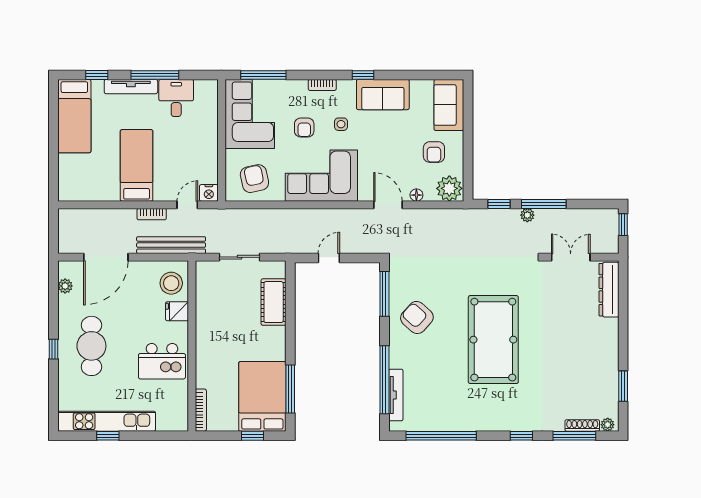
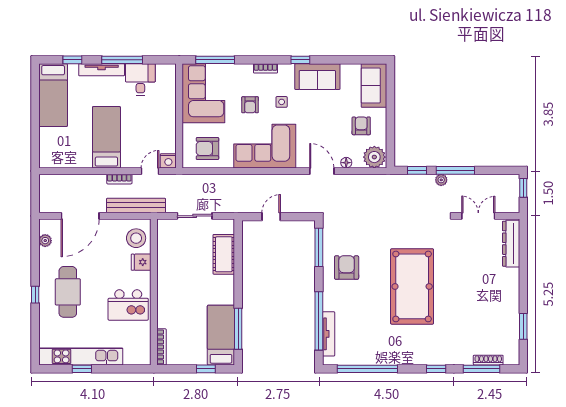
armchair: (434, 152) -> (361, 126), turned 180
armchair: (254, 179) -> (207, 149), turned -78
armchair: (417, 317) -> (347, 268), turned 48
bed: (262, 396) -> (221, 335), width x0.67
plant: (608, 425) -> (510, 359), removed

